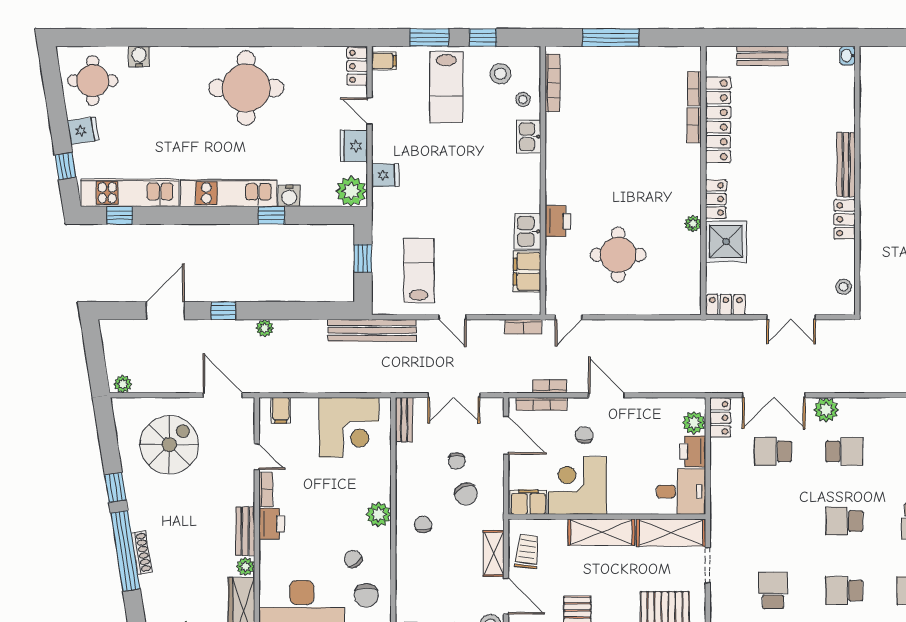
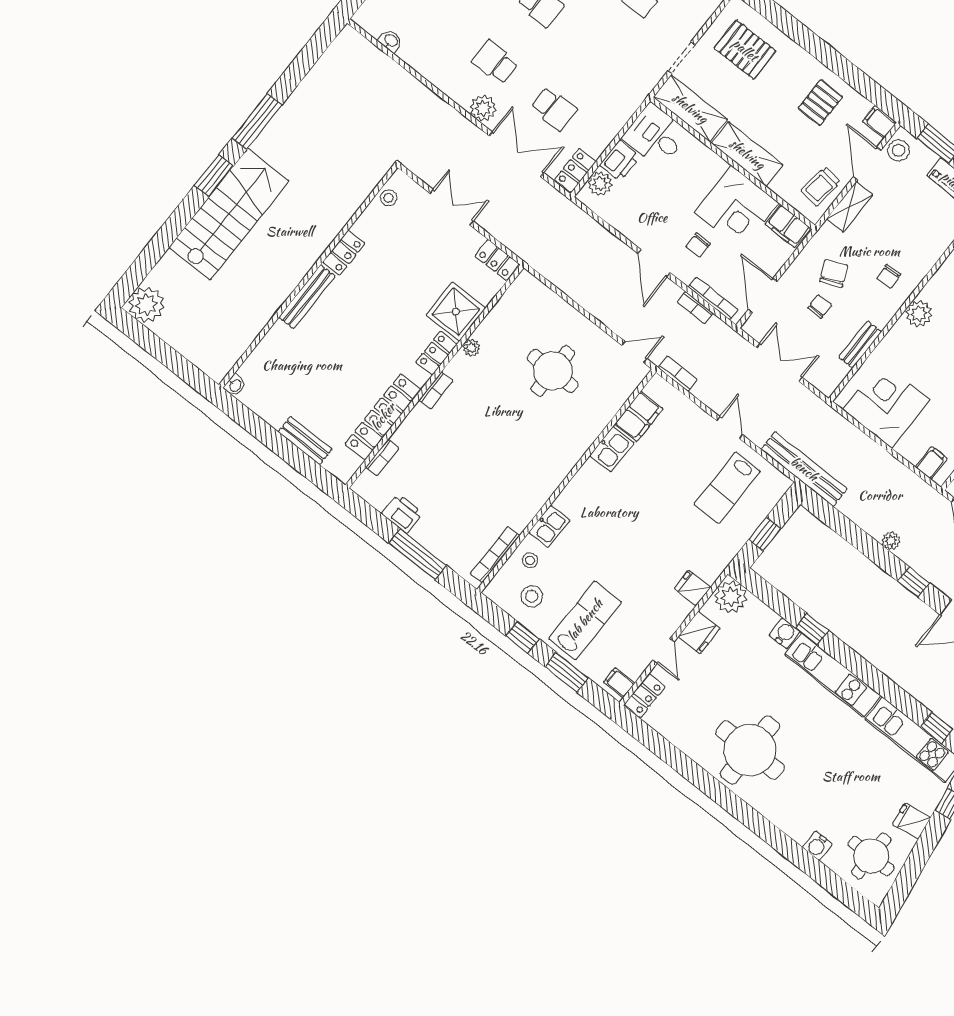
bookcase: (694, 125) -> (436, 390), moved
printer: (558, 221) -> (402, 513), moved, turned 90
bench: (404, 420) -> (860, 345), moved

